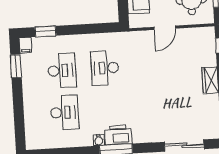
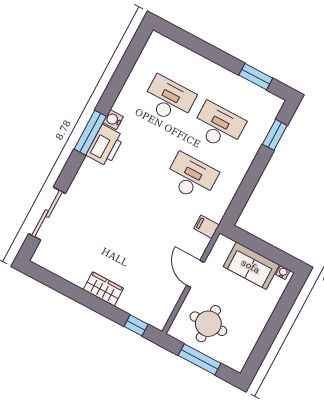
filing cabinet: (25, 45) -> (206, 227), moved
desk: (62, 71) -> (218, 126), turned 180
desk: (64, 112) -> (169, 100), turned 180

